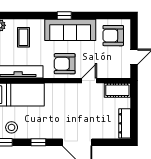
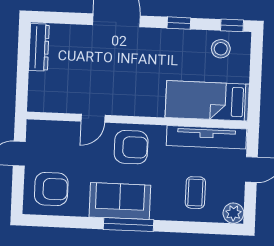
window: (64, 15) -> (128, 225), width x2.17
sofa: (70, 30) -> (120, 201), width x0.73
cot: (117, 90) -> (48, 101), removed

